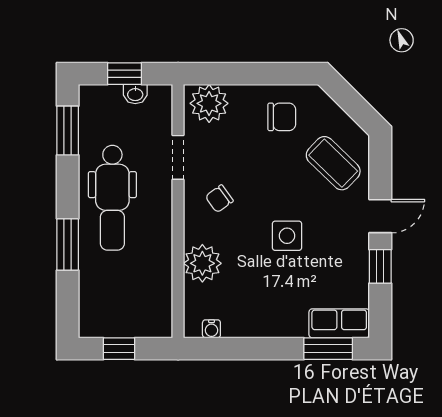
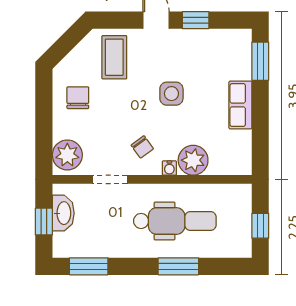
washbasin: (135, 94) -> (63, 213), width x1.91, depth x1.45
coffee table: (333, 163) -> (114, 57), turned -44
dental chair: (112, 198) -> (175, 221), moved
row of seats: (339, 323) -> (240, 105), moved
water cooler: (211, 329) -> (169, 168), moved, turned 90

